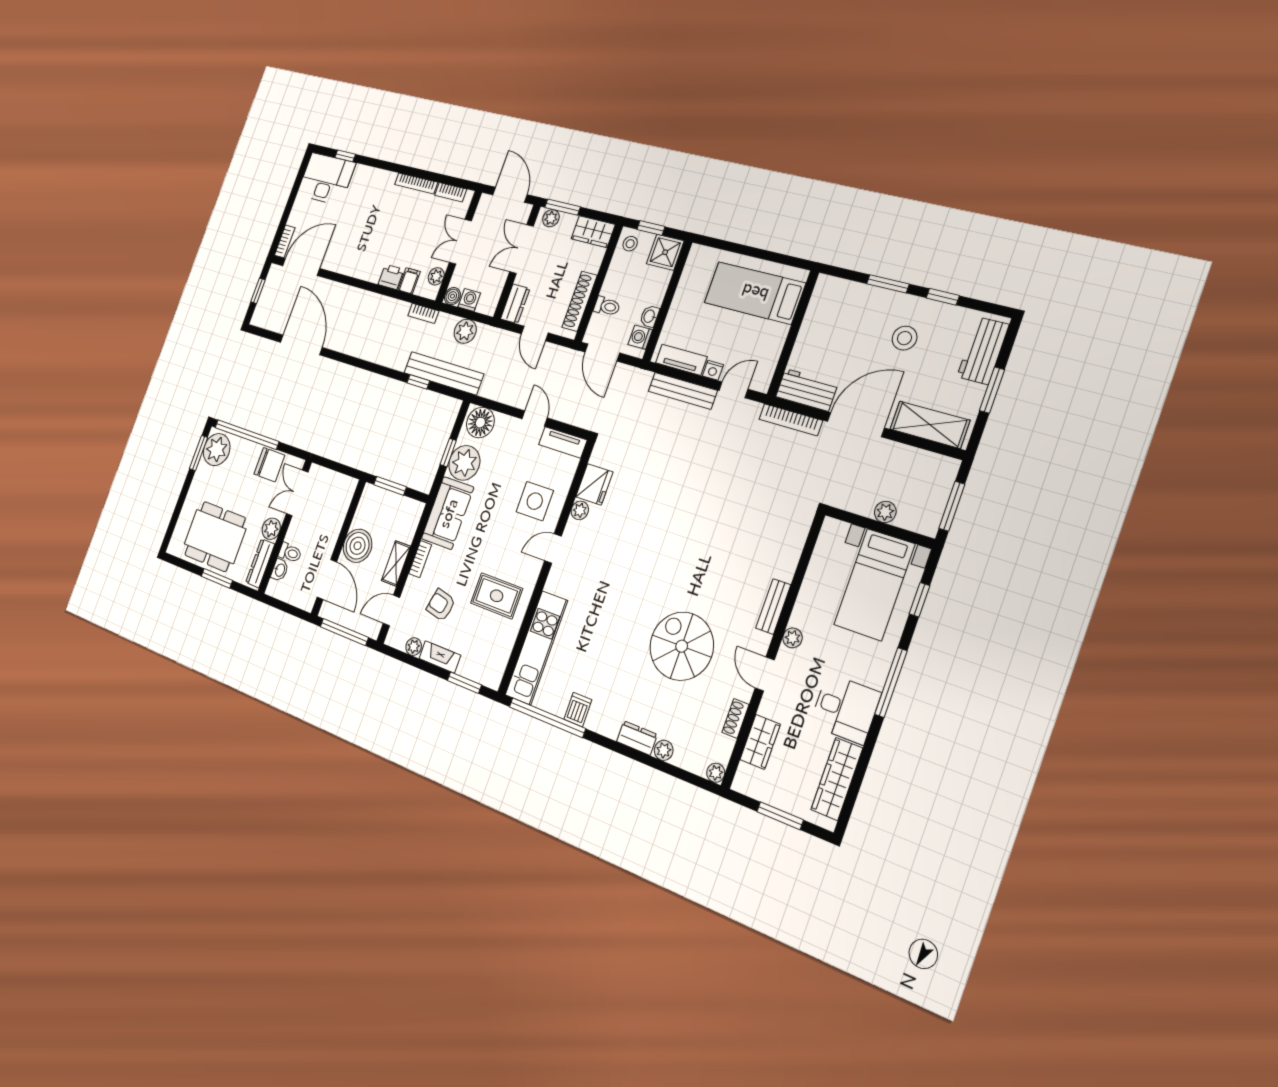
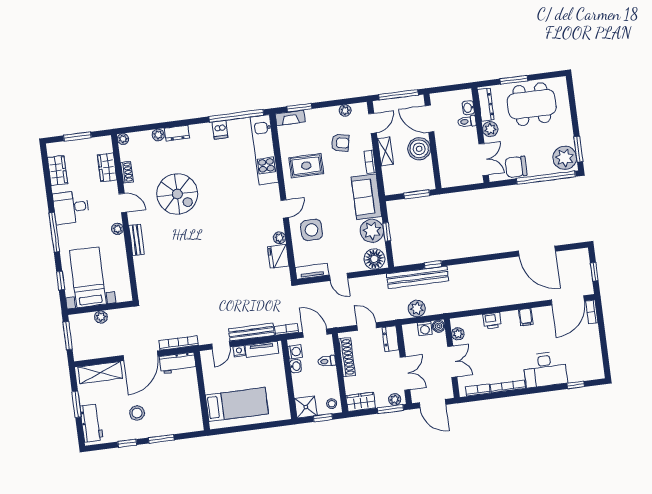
desk: (326, 179) -> (545, 370), moved
filing cabinet: (409, 281) -> (526, 317), moved
bookcase: (423, 313) -> (286, 329), moved
fireplace: (440, 657) -> (290, 118), moved
wardrobe: (837, 779) -> (58, 171), width x0.67

